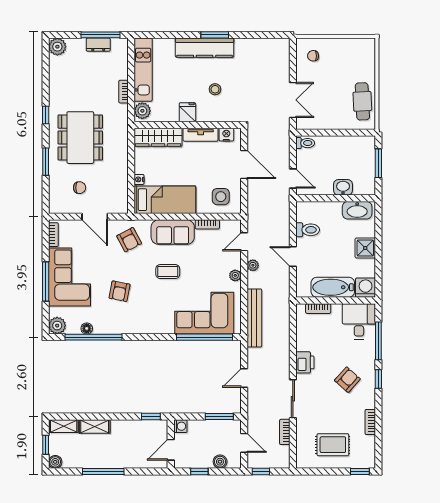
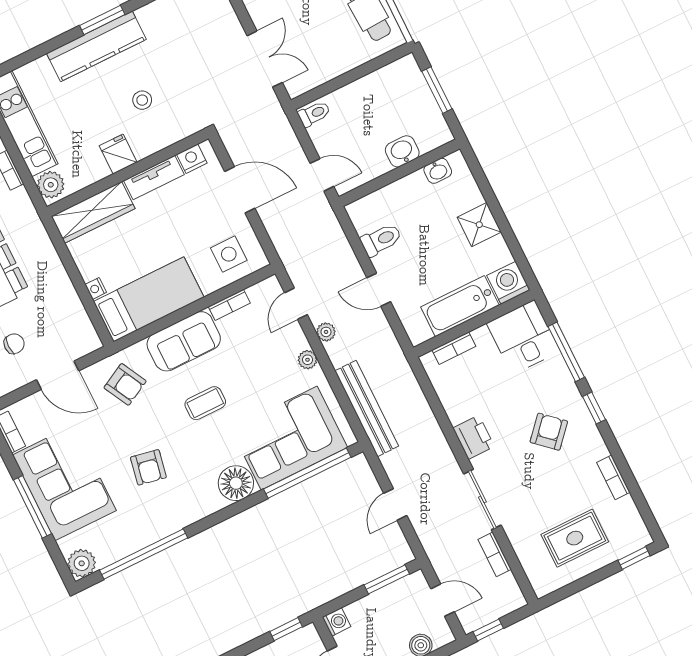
washbasin: (357, 210) -> (438, 171), width x0.52, depth x0.69
floor lamp: (87, 328) -> (236, 483), moved, width x1.89, depth x1.89

